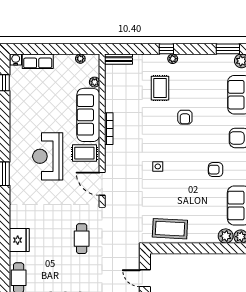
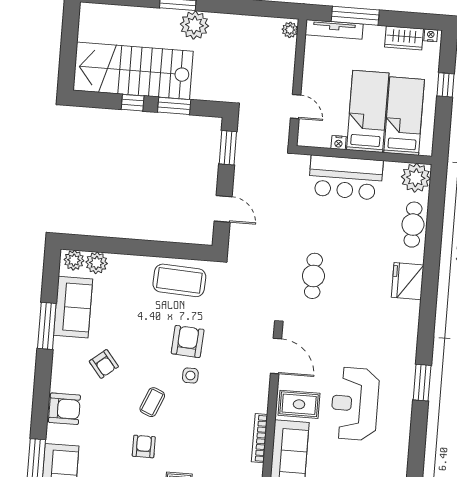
coffee table: (182, 147) -> (152, 402), added
reception desk: (48, 156) -> (355, 404), turned 180
armchair: (216, 170) -> (104, 364), turned 51
armchair: (161, 189) -> (188, 342), added

